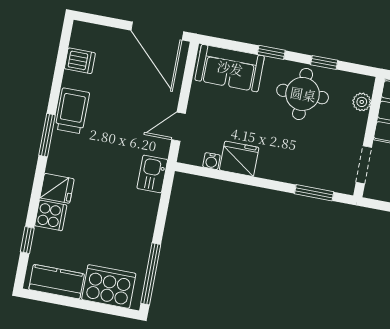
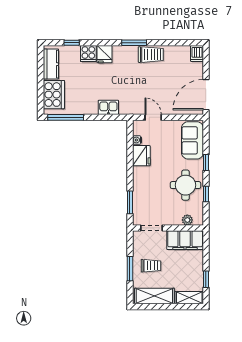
dishwasher: (80, 61) -> (197, 53), moved
kitchen sink: (152, 174) -> (108, 107), moved

